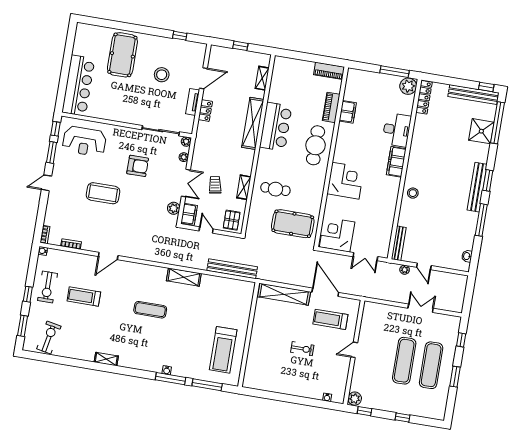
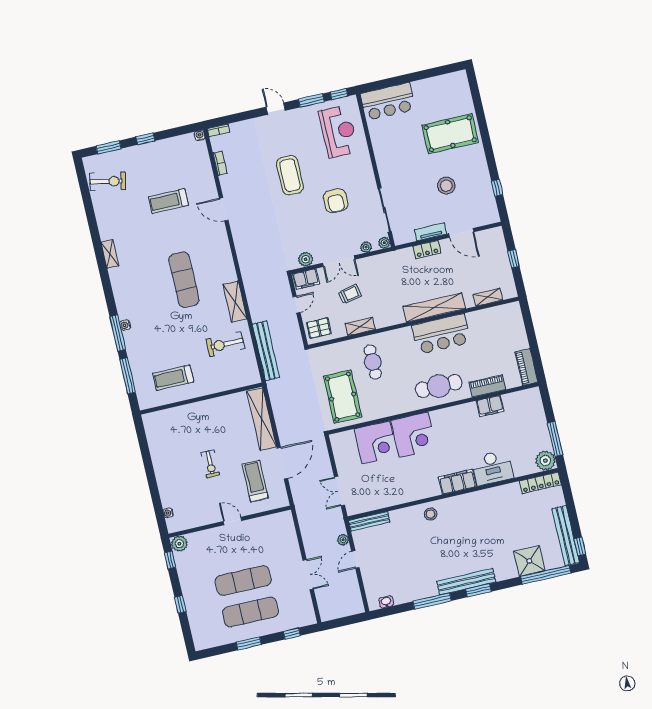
bar counter: (78, 85) -> (388, 102), width x0.73
reception desk: (84, 141) -> (338, 131), turned 180
corner desk: (337, 235) -> (376, 442), moved, turned 90
exercise bike: (48, 287) -> (225, 344), moved
treadmill: (84, 297) -> (168, 201), turned -90
exercise mat: (150, 310) -> (184, 280), width x1.36, depth x1.45
treadmill: (223, 350) -> (173, 378), width x0.73, depth x0.73

